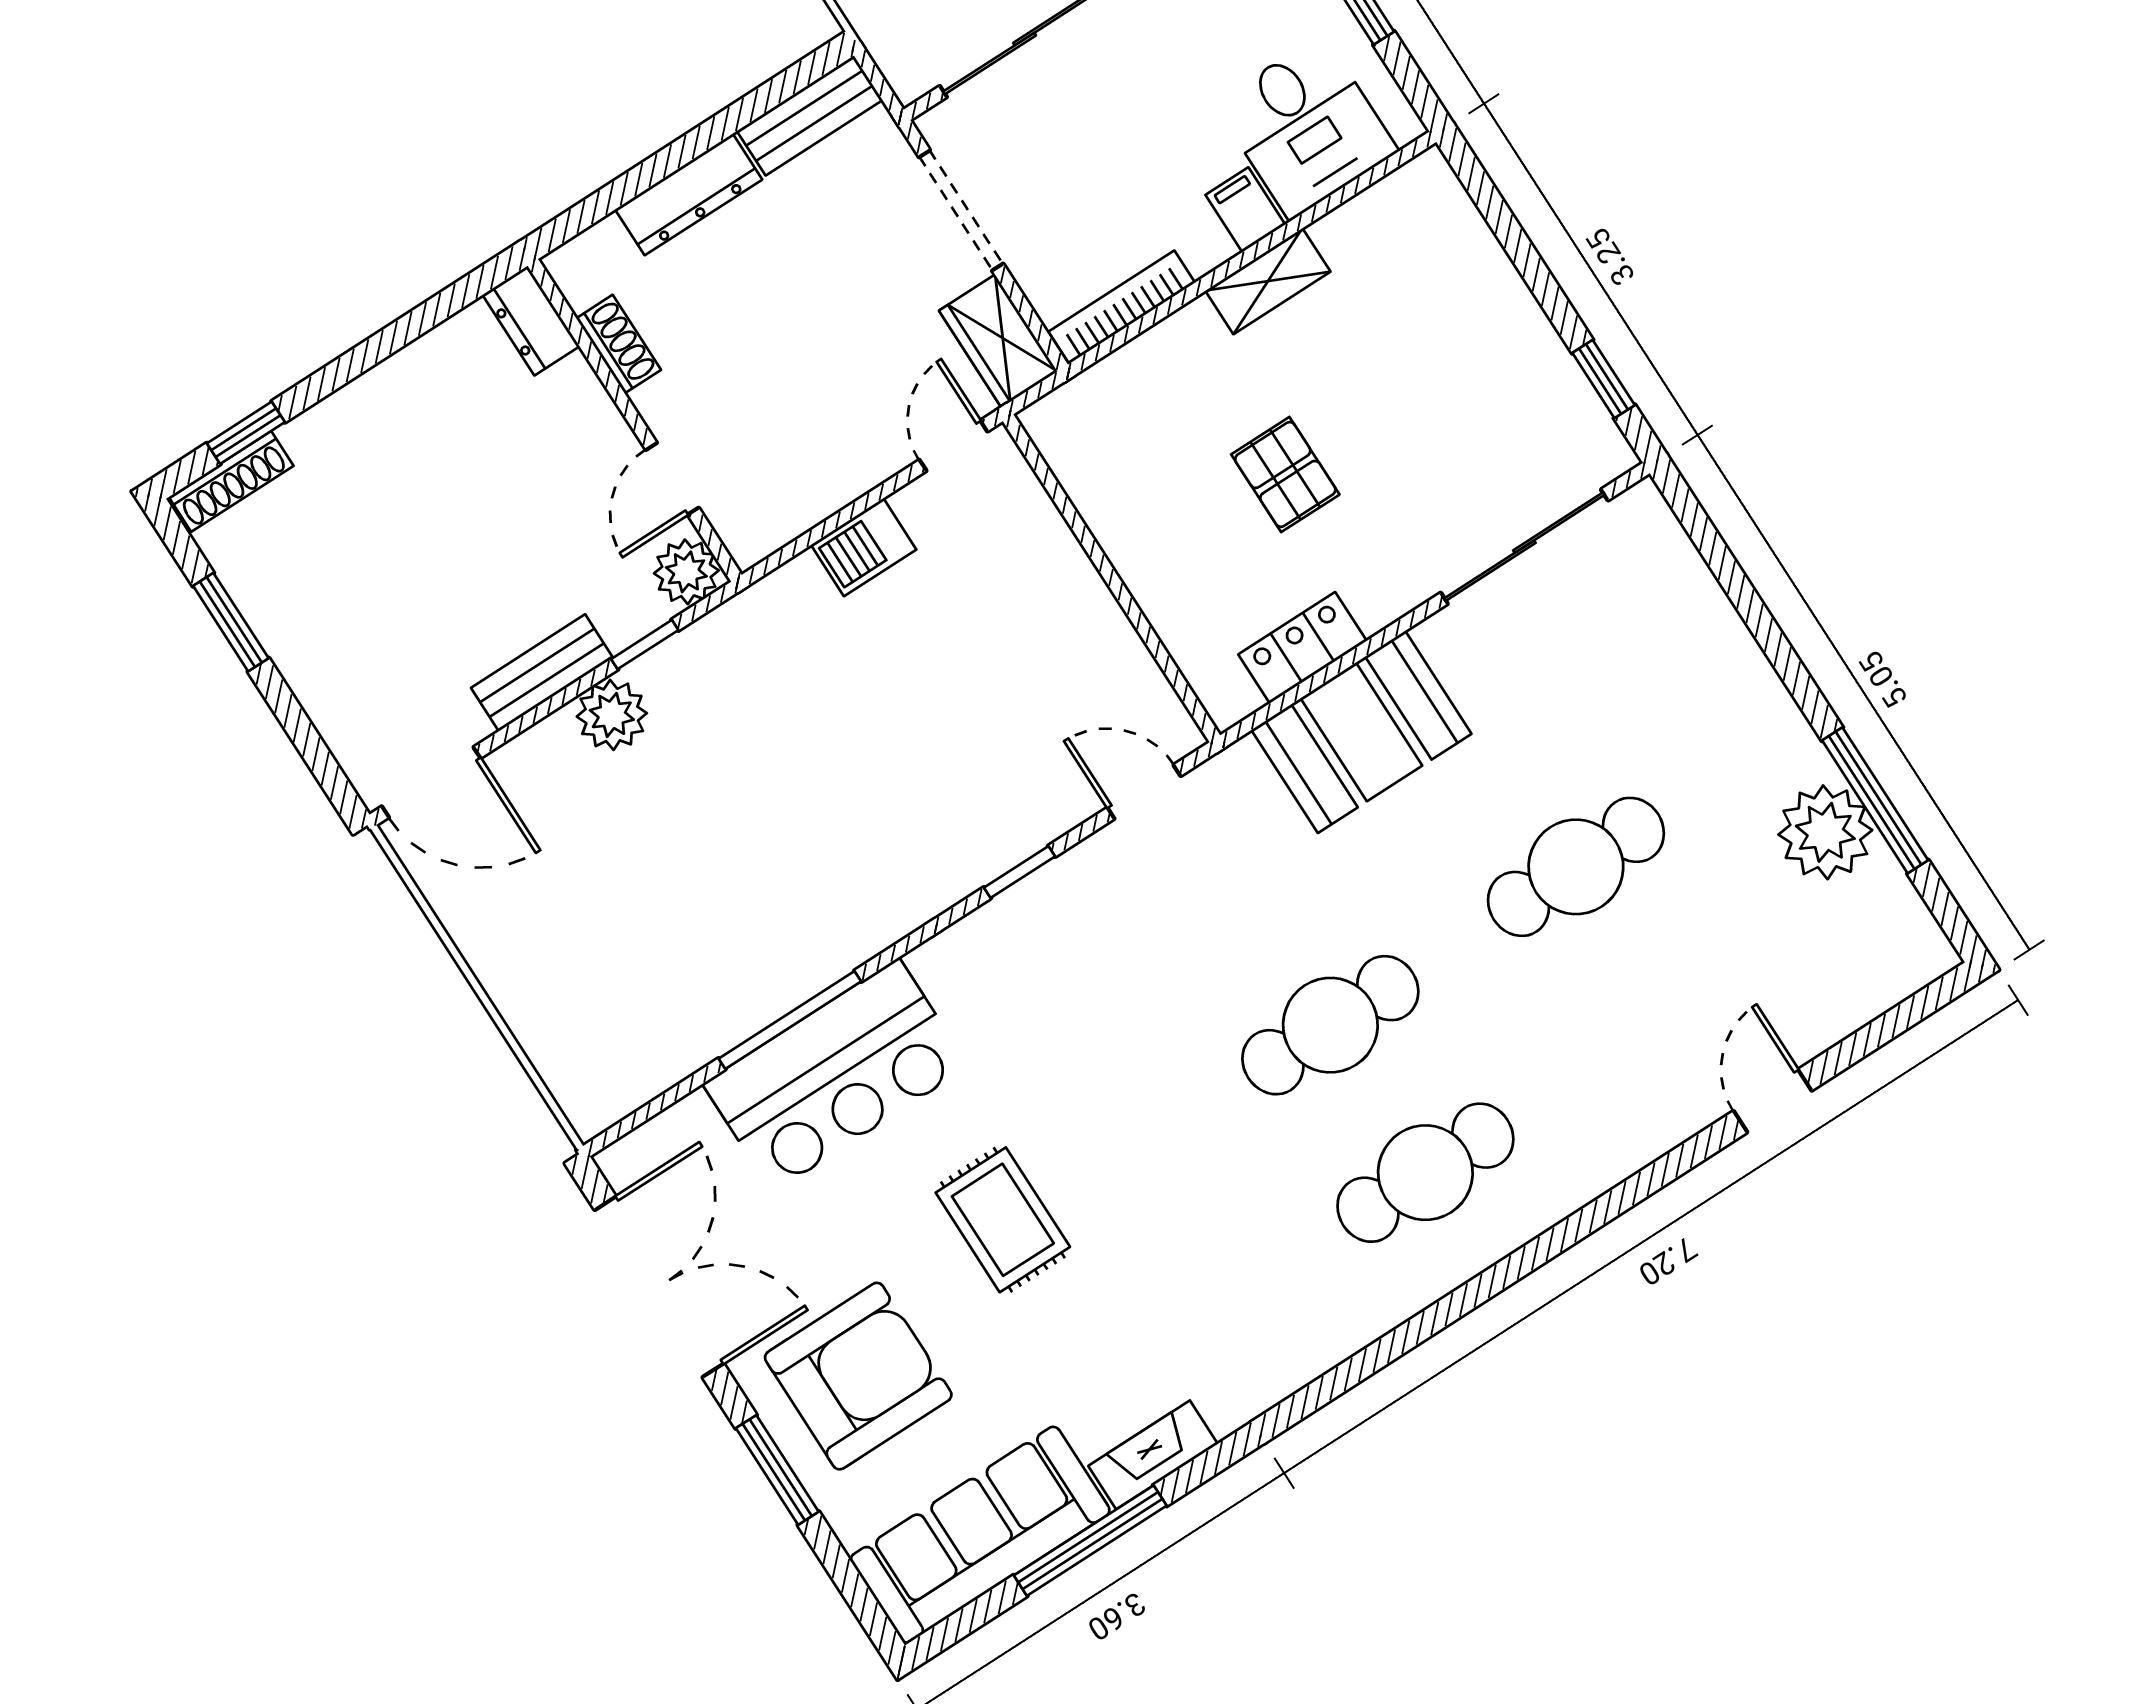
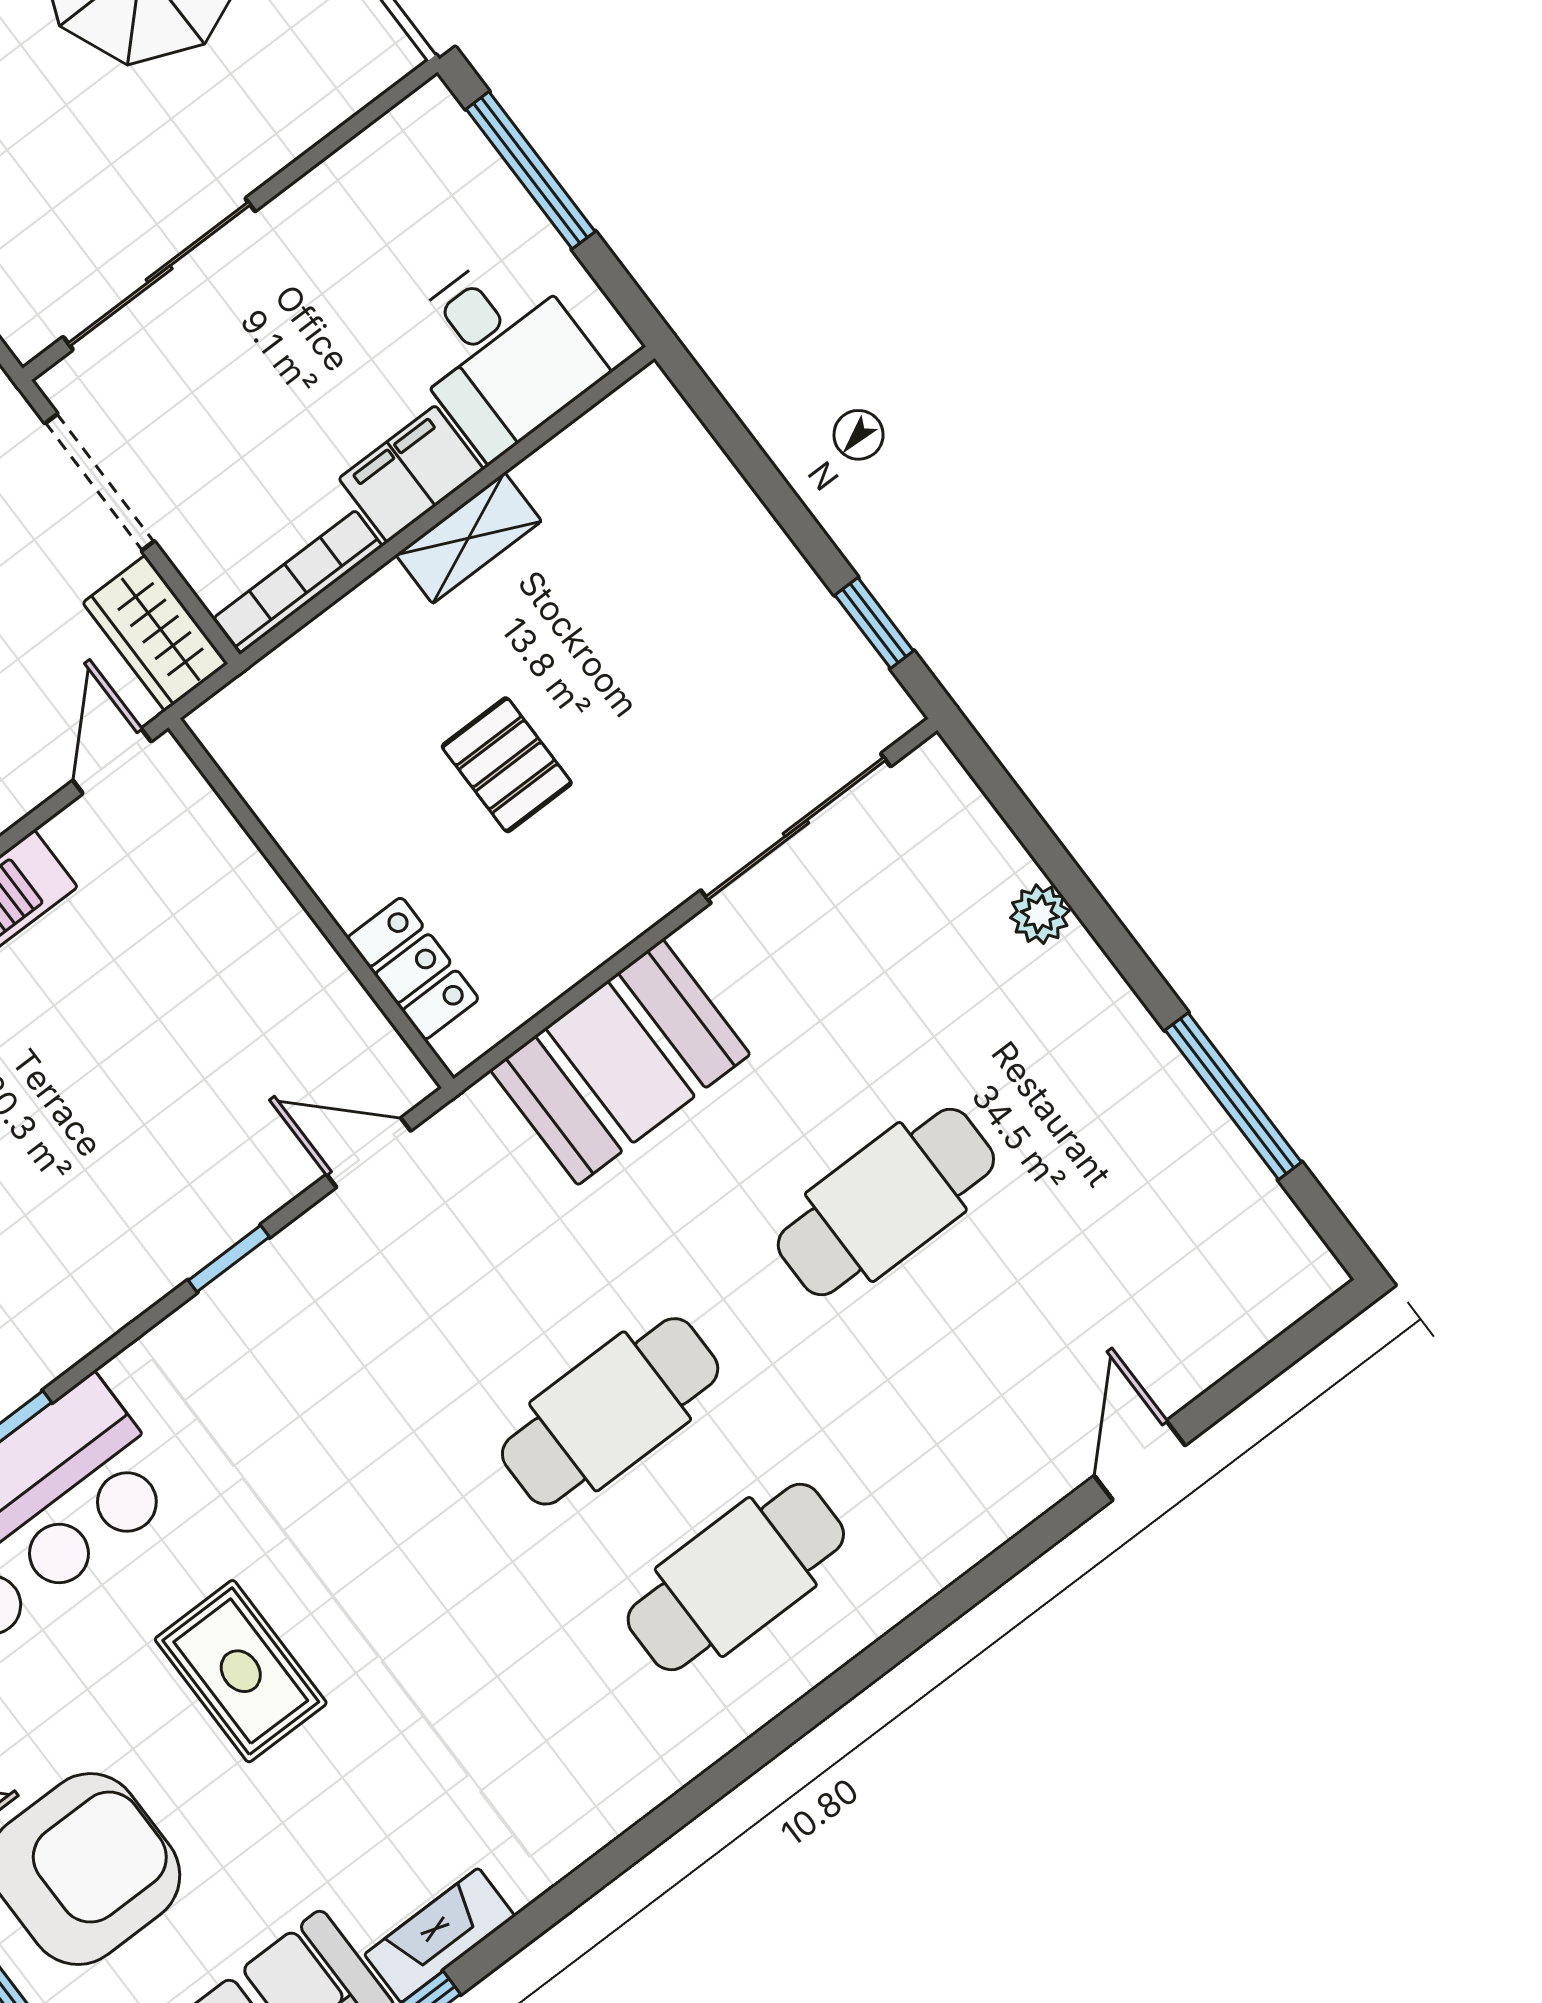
filing cabinet: (1245, 210) -> (411, 474), width x2.00
locker: (1302, 648) -> (413, 969), moved, turned 90
plant: (1825, 832) -> (1040, 914), moved, width x0.53, depth x0.53

